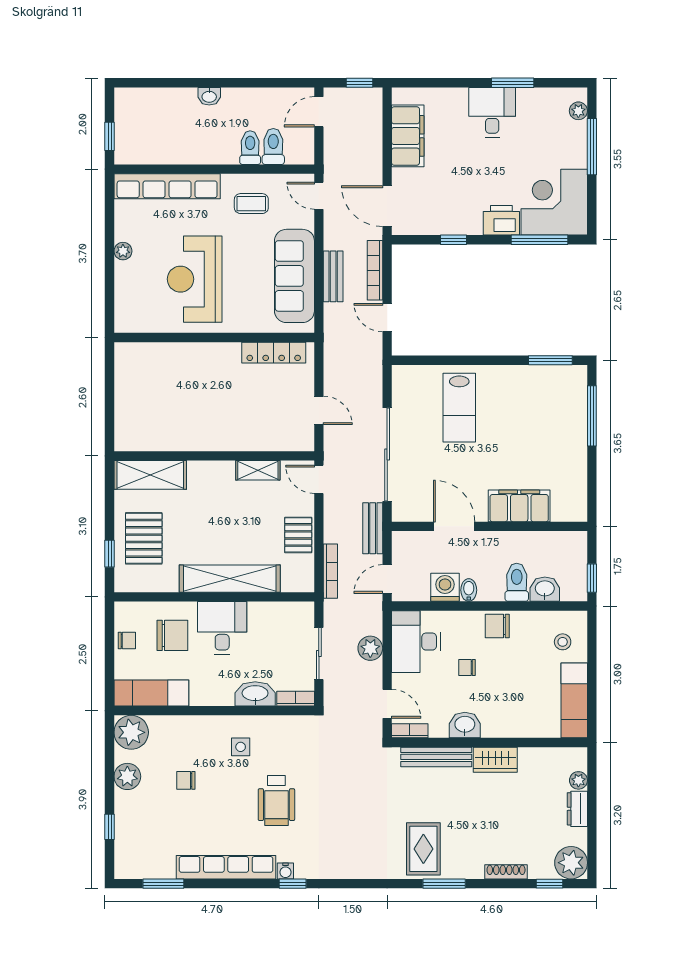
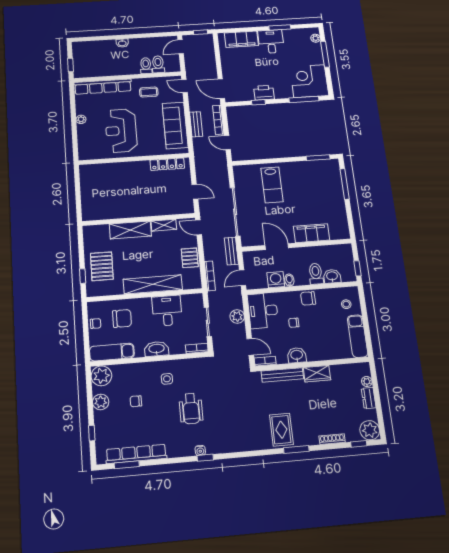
filing cabinet: (408, 136) -> (241, 39), moved, turned 90
printer: (501, 220) -> (264, 93), moved
shelving: (150, 475) -> (130, 230), moved
desk: (222, 628) -> (167, 311), moved
washbasin: (255, 694) -> (157, 349), moved
row of seats: (226, 867) -> (136, 454), moved

